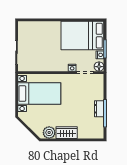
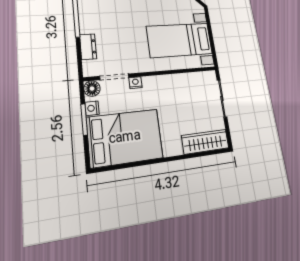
wardrobe: (33, 27) -> (205, 142), added
dresser: (99, 109) -> (88, 47), moved

